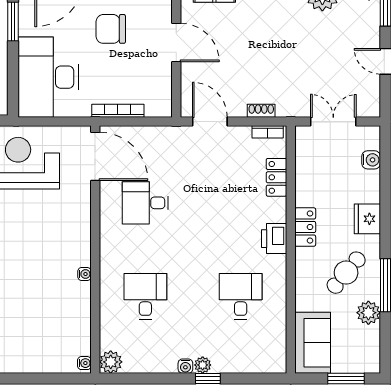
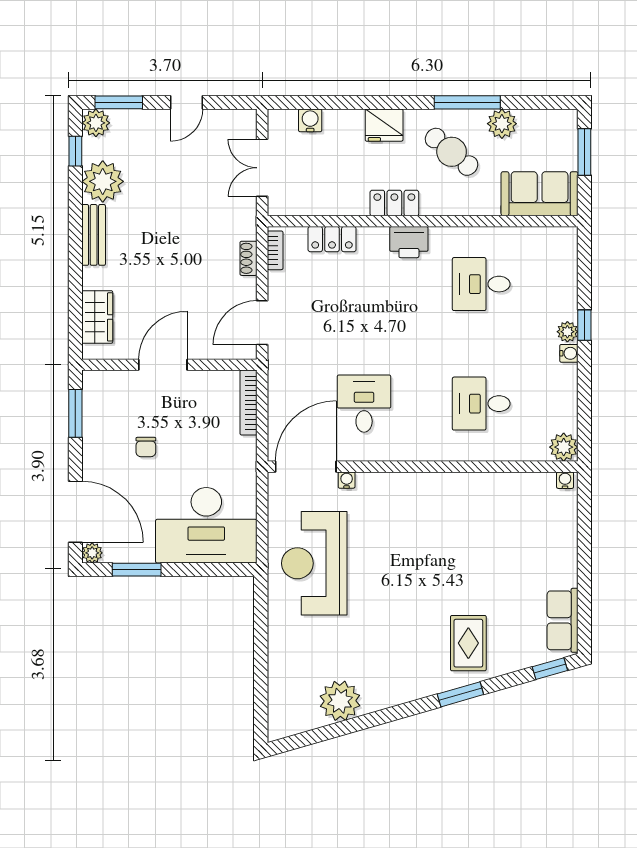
chair: (111, 29) -> (146, 447), width x0.54, depth x0.54
bookcase: (118, 111) -> (249, 403), moved
desk: (145, 203) -> (364, 404), turned 180
water cooler: (84, 274) -> (347, 480), moved

